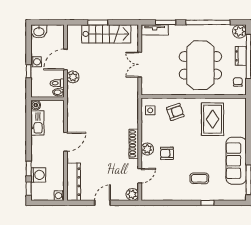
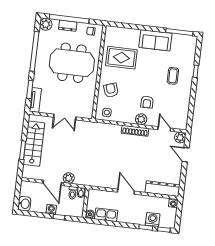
sofa: (236, 161) -> (155, 40), width x0.73
door: (102, 203) -> (186, 155), moved

